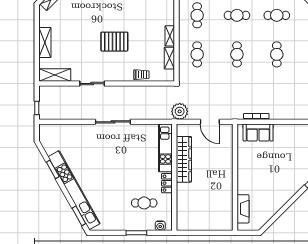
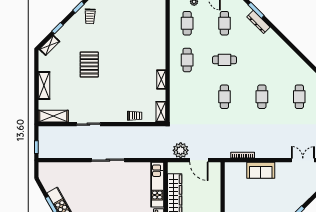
cafe table: (277, 15) -> (262, 60), removed
pallet: (114, 42) -> (89, 65), moved, turned 90
cafe table: (197, 54) -> (187, 97), removed
shelving: (169, 58) -> (161, 112), moved
plant: (180, 111) -> (181, 150), moved
sofa: (258, 133) -> (261, 170), moved

